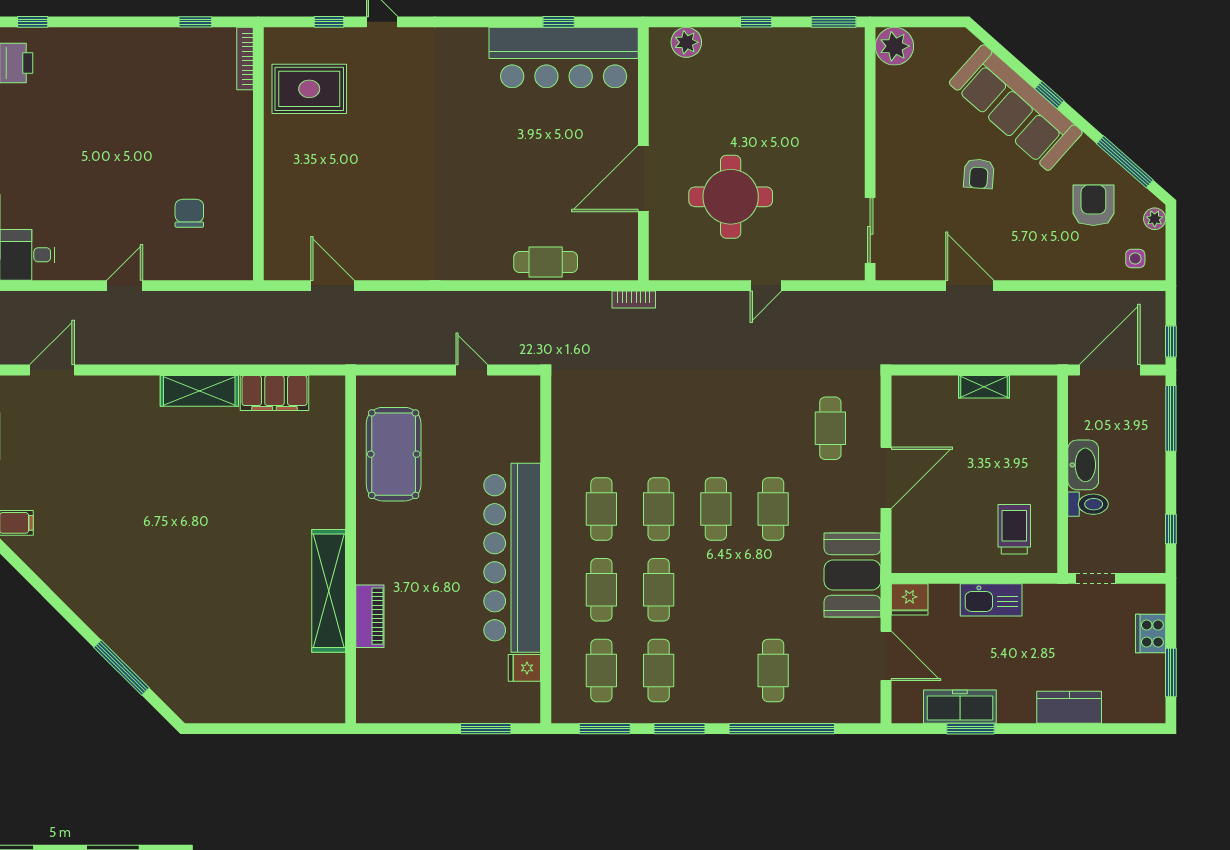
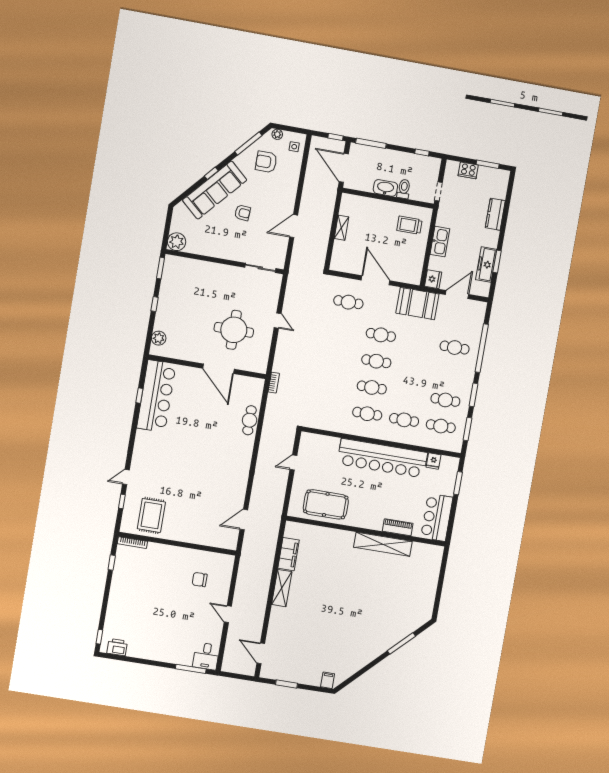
cafe table: (659, 590) -> (409, 394), removed
bar counter: (405, 696) -> (437, 517), added

